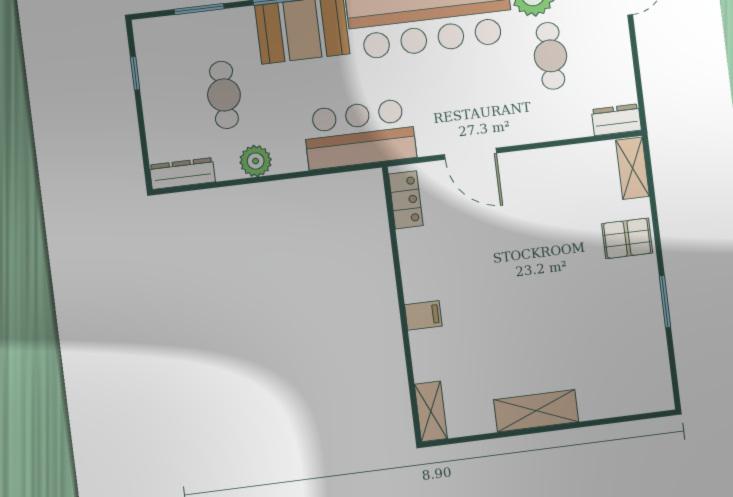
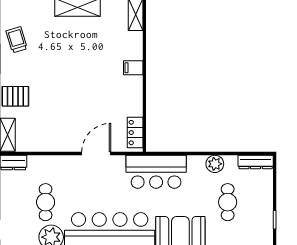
door: (471, 154) -> (96, 154), hinge flipped
trolley: (637, 340) -> (17, 40), added

